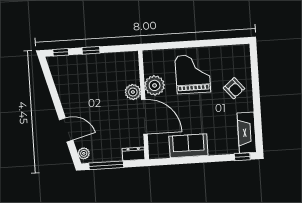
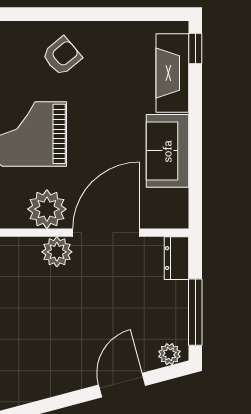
fireplace: (247, 133) -> (172, 73), moved, turned 90

